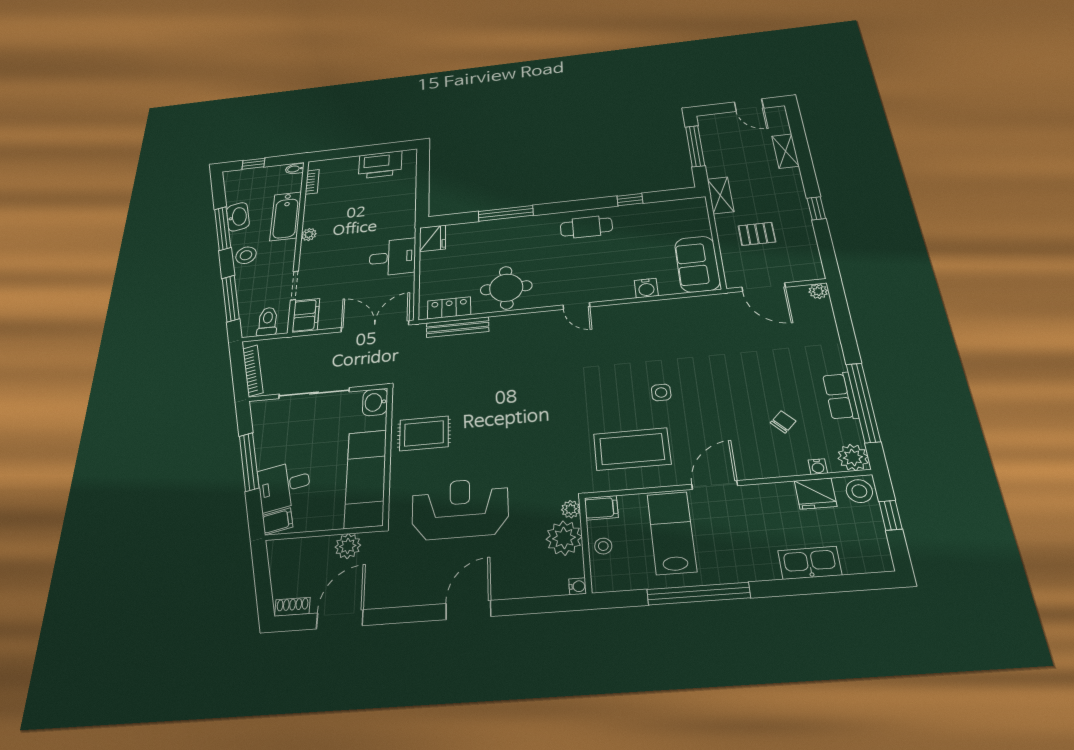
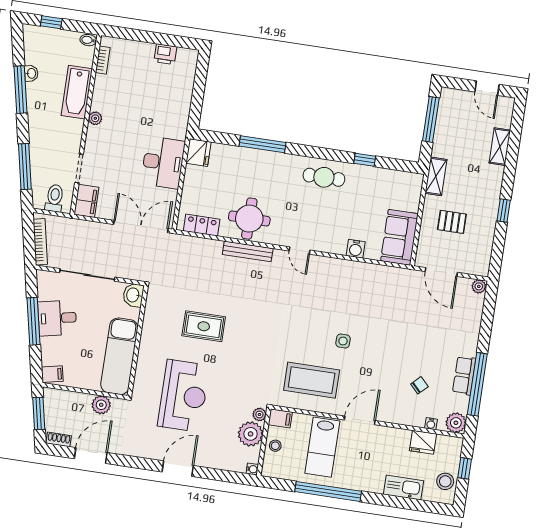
printer: (380, 165) -> (165, 54), width x0.53, depth x0.68
washbasin: (238, 217) -> (31, 73), width x0.52, depth x0.69
stool: (246, 255) -> (40, 125), removed
desk: (392, 257) -> (163, 163), width x1.37
bench: (458, 327) -> (248, 251), moved
rug: (424, 433) -> (204, 326), moved
desk: (284, 486) -> (57, 318), moved
stool: (859, 491) -> (445, 481), moved
reception desk: (460, 509) -> (184, 396), turned 90
lab bench: (672, 533) -> (322, 447), turned 180
window: (262, 577) -> (39, 414), added

